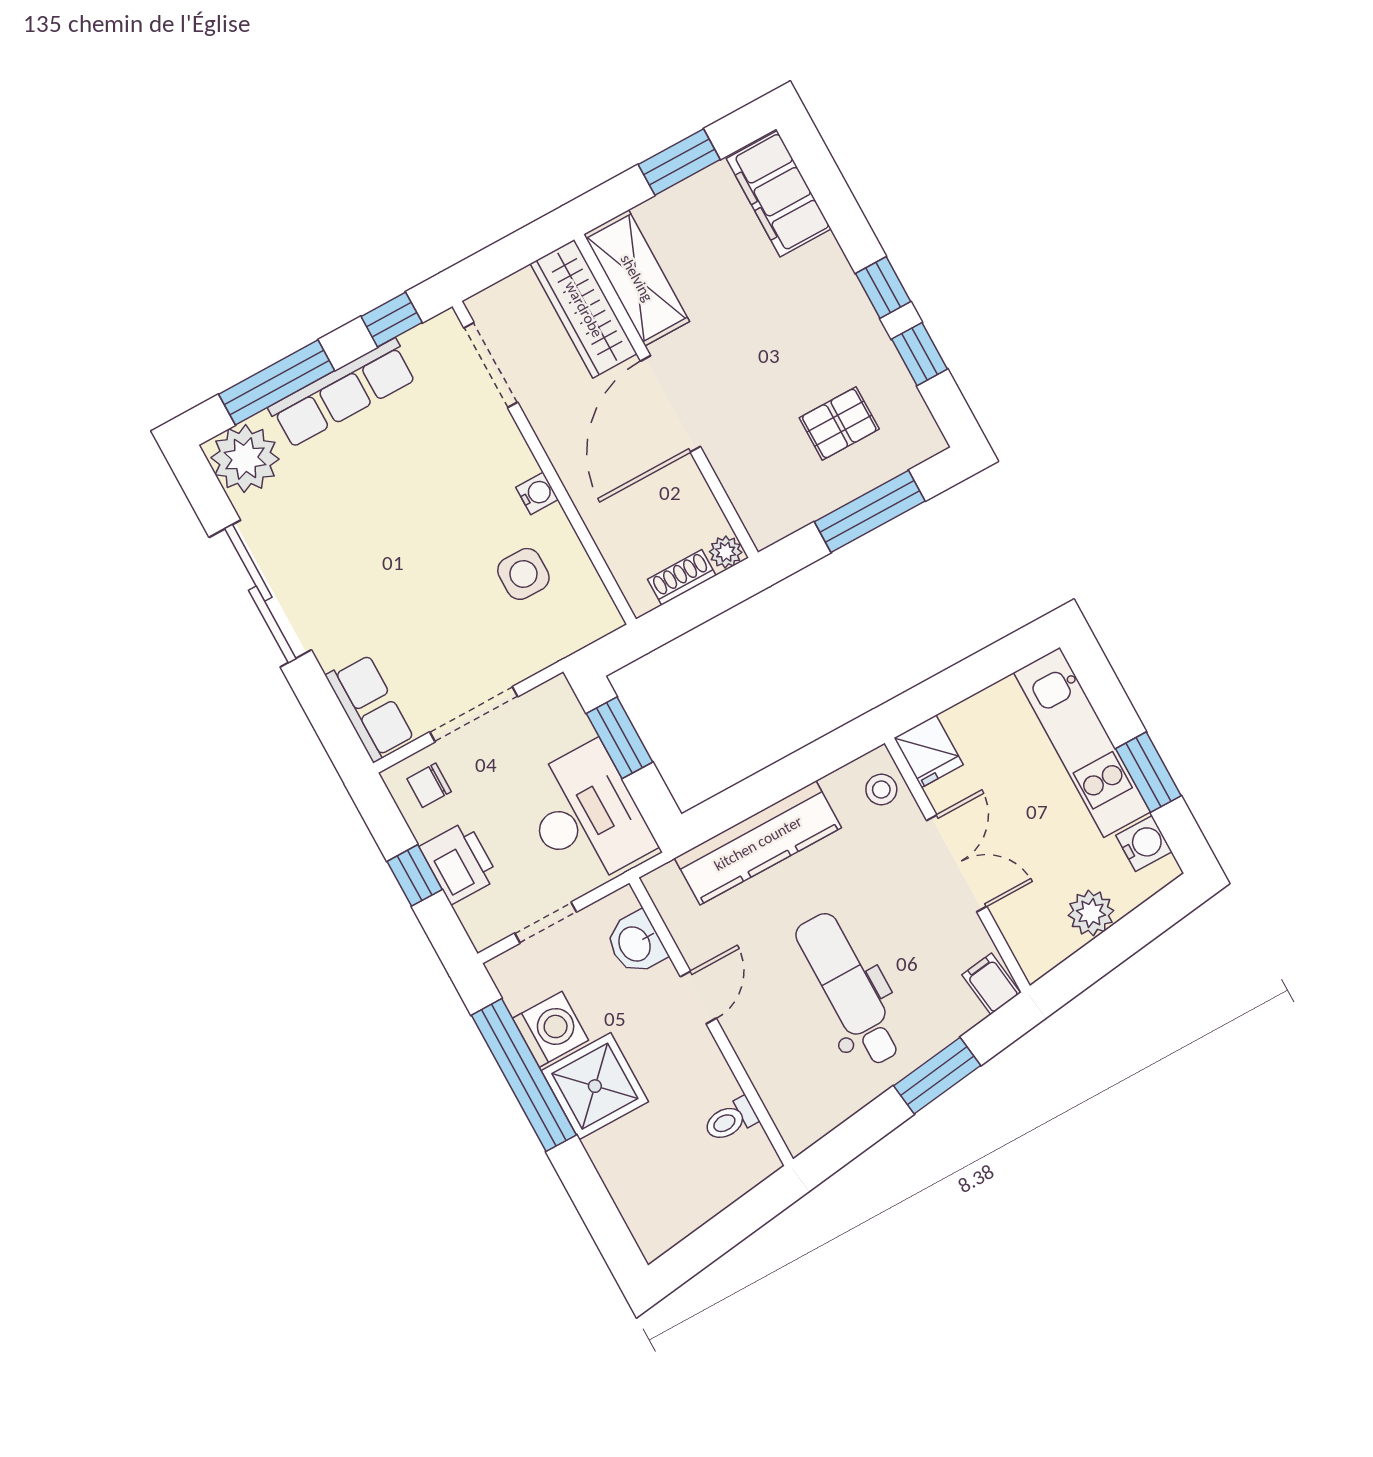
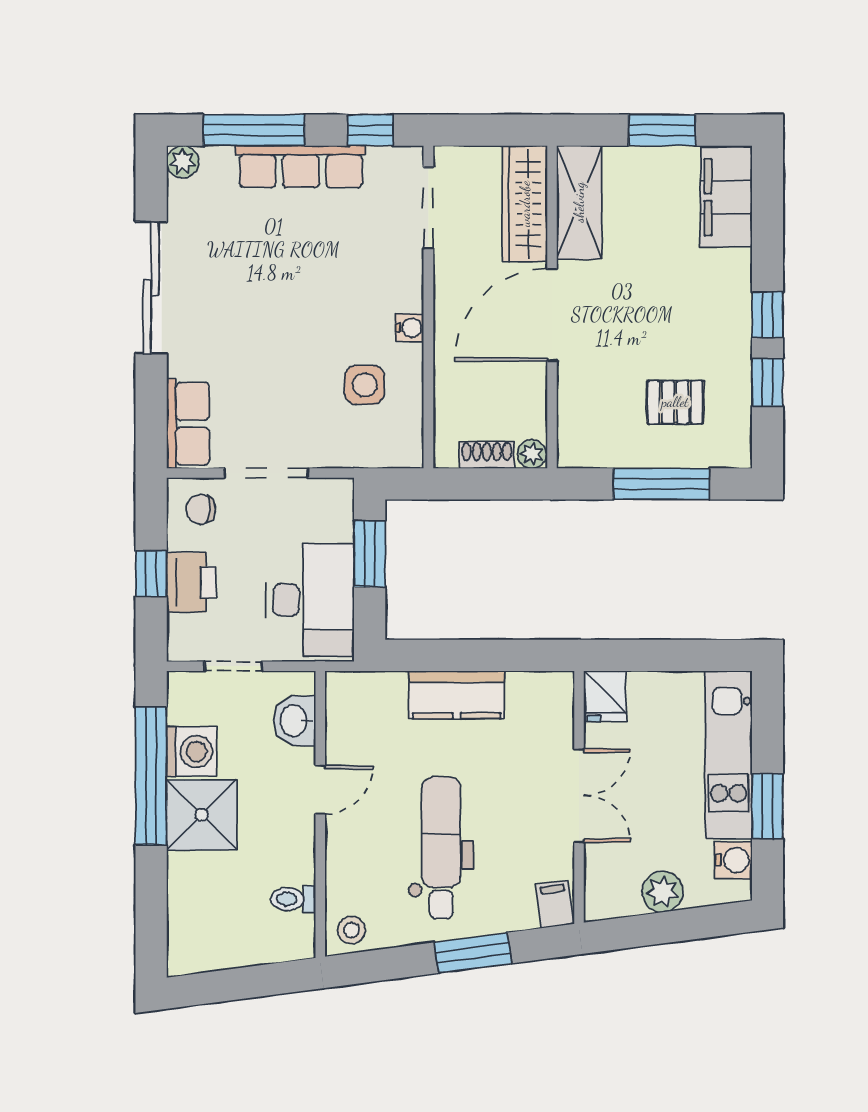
plant: (245, 458) -> (183, 162), width x0.53, depth x0.53
stool: (881, 790) -> (351, 930), moved
kitchen counter: (758, 843) -> (457, 695), width x0.67

